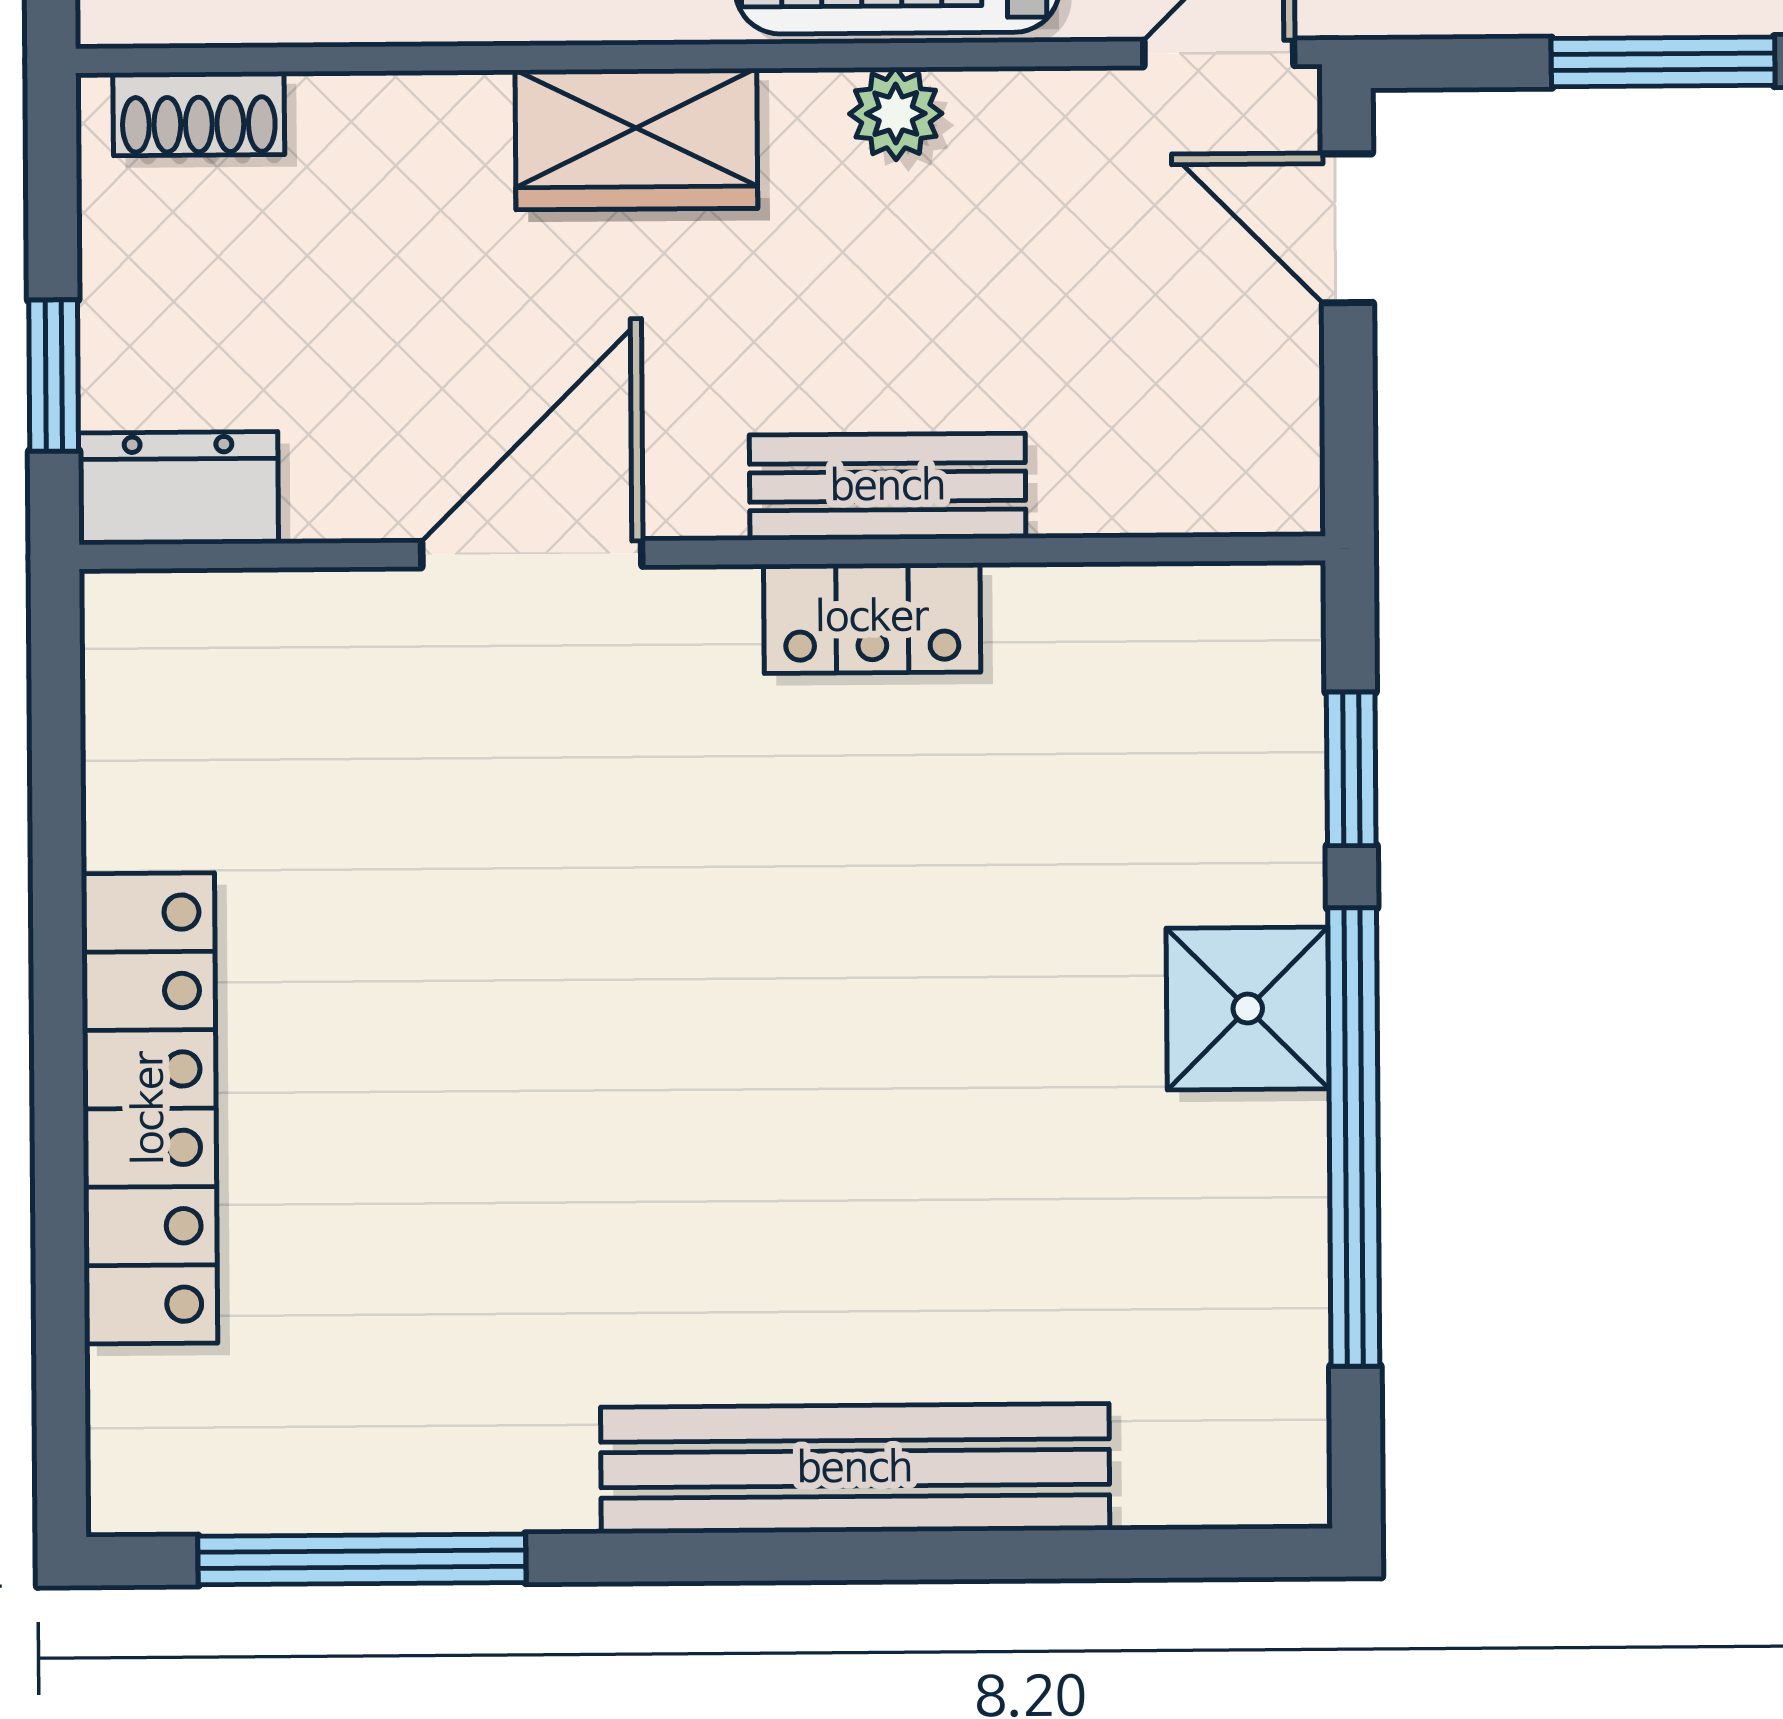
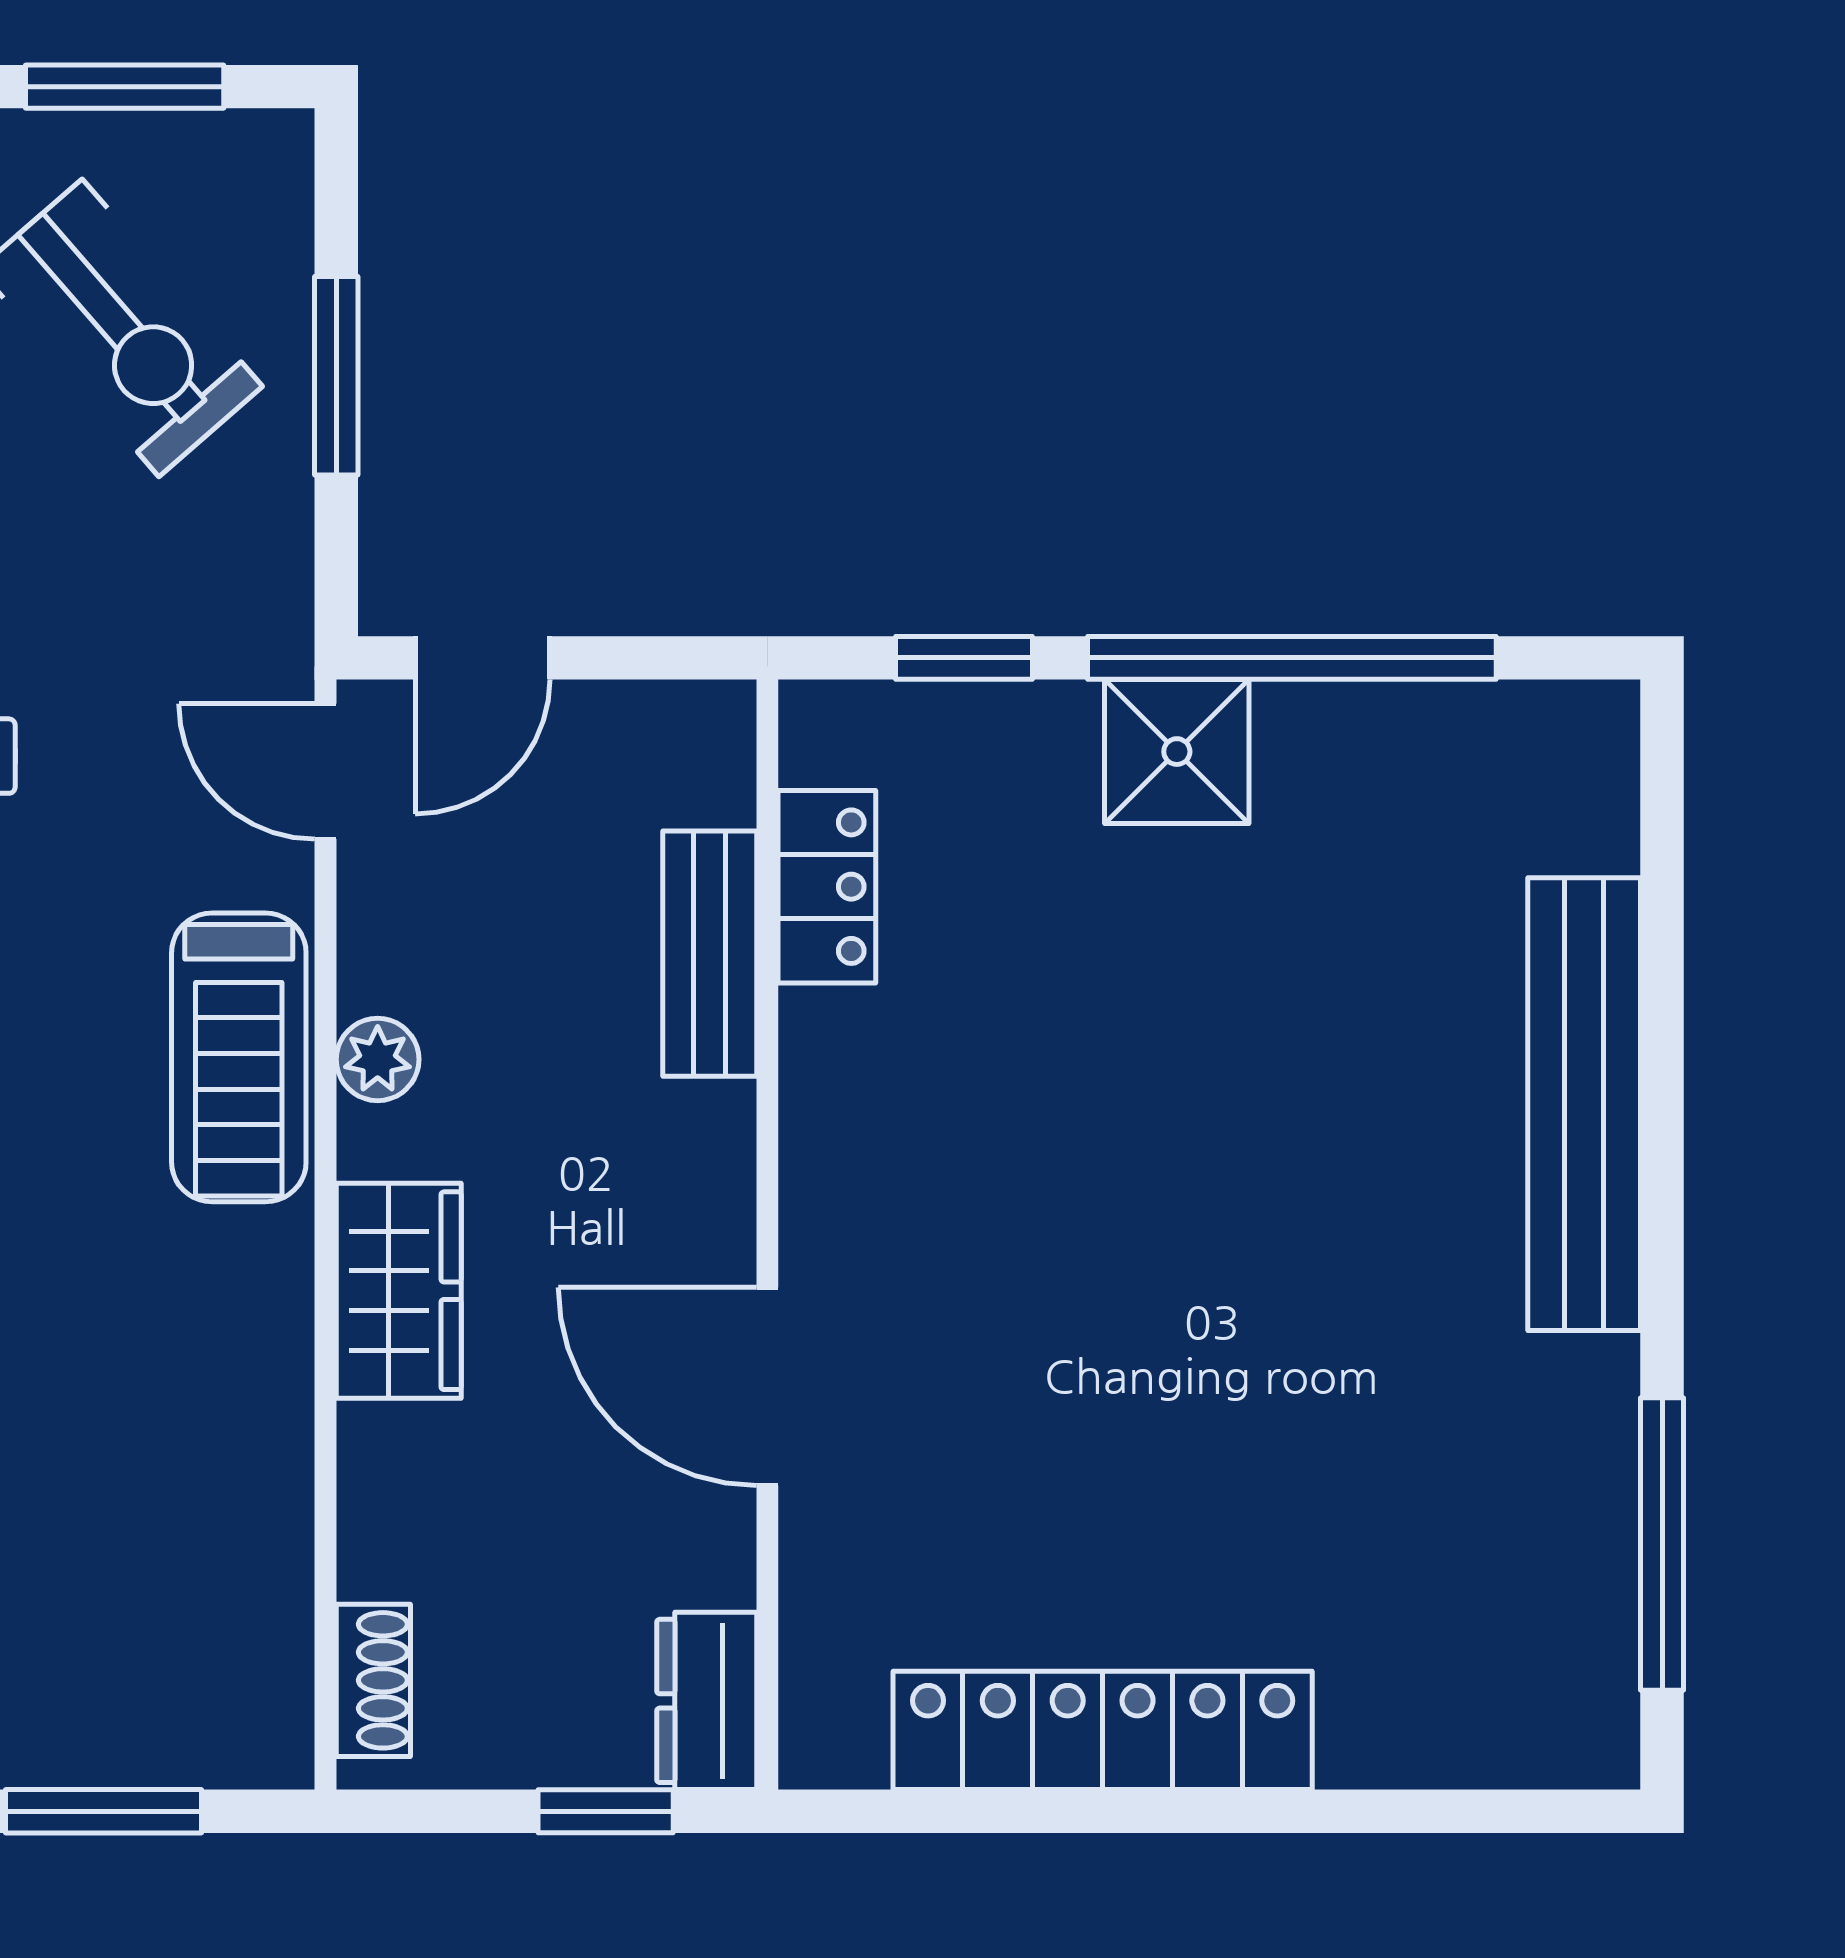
bench: (888, 487) -> (710, 954), moved
locker: (872, 618) -> (827, 887), moved
locker: (150, 1108) -> (1103, 1730), moved

